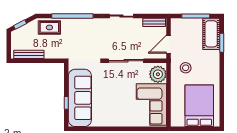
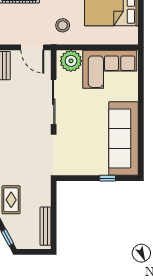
sofa: (80, 98) -> (124, 138), moved, turned -90

